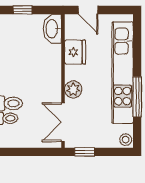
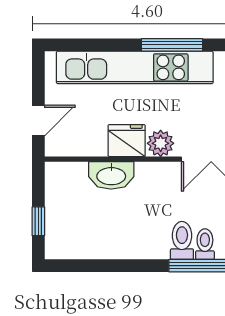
washbasin: (52, 29) -> (111, 175), moved
fridge: (75, 52) -> (127, 141), moved

